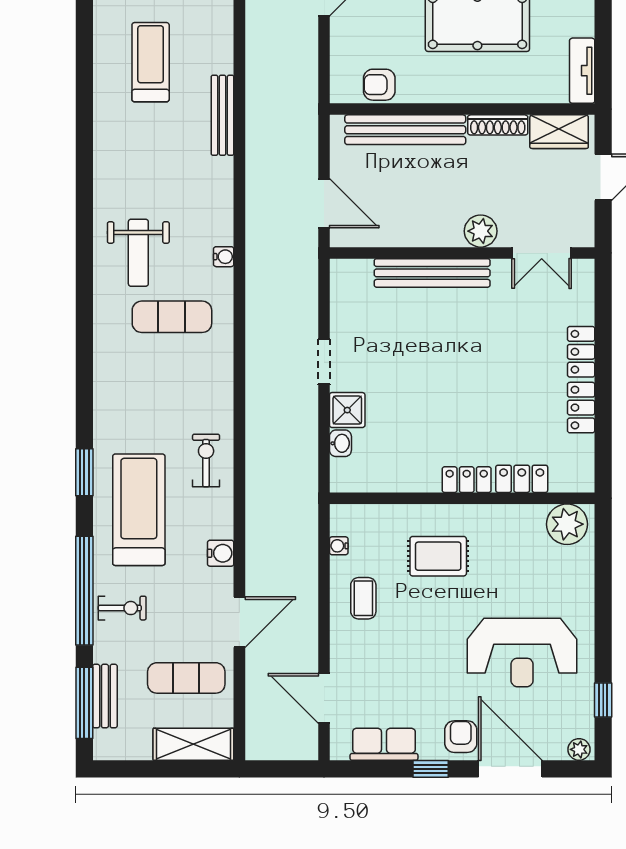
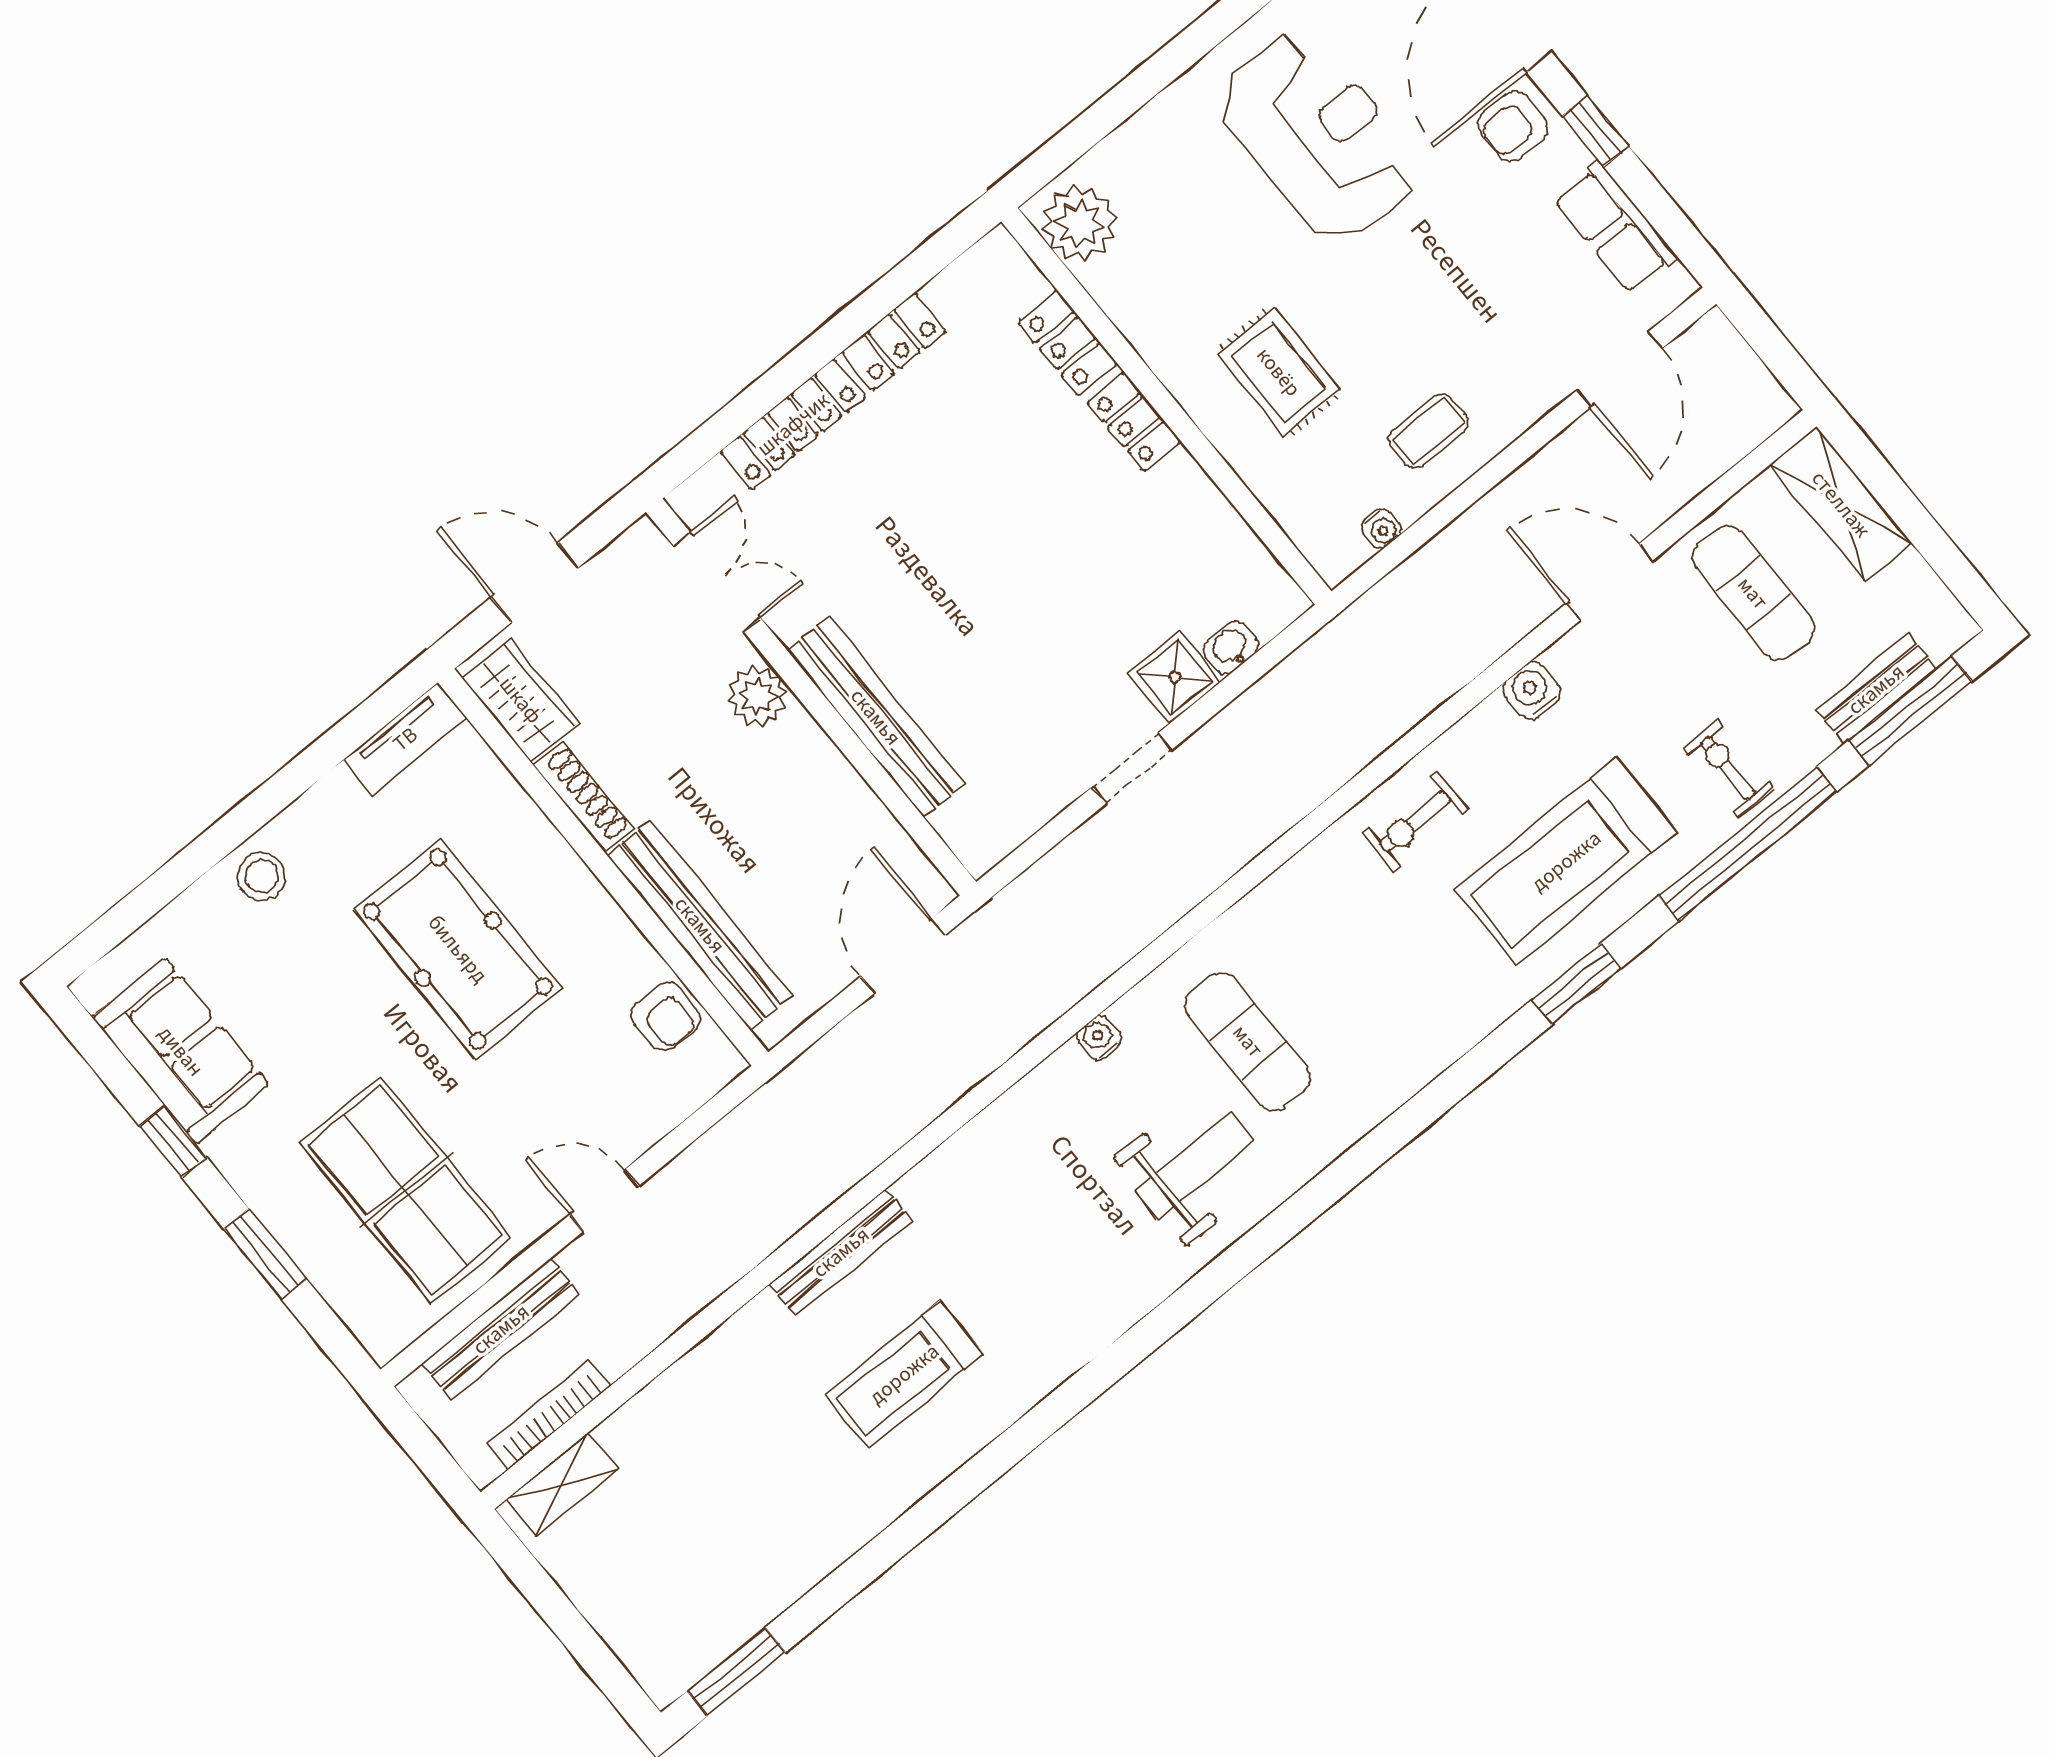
bench: (223, 115) -> (841, 1252), moved
locker: (581, 352) -> (793, 424), width x1.53

